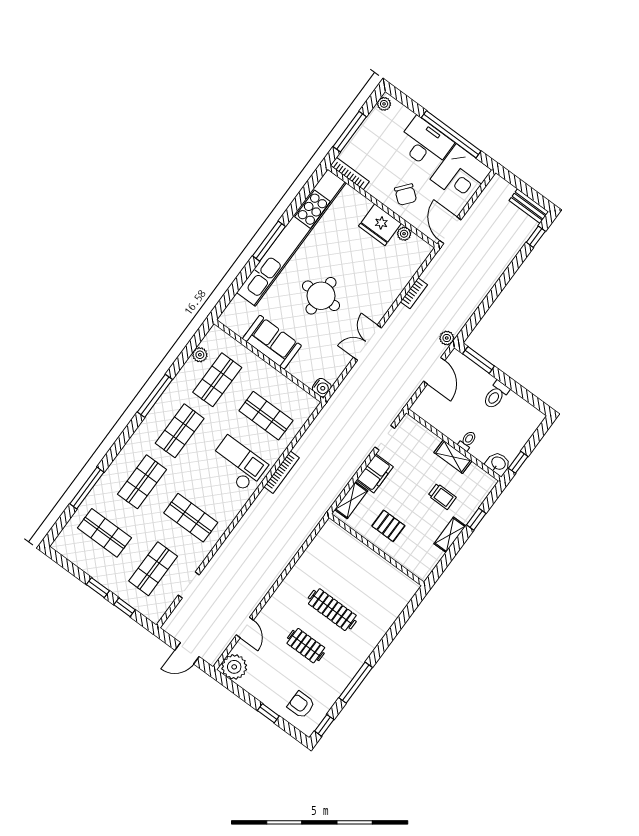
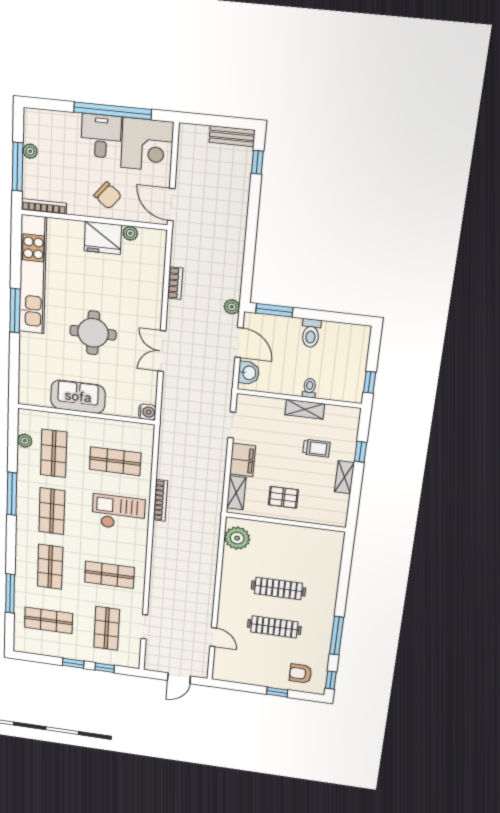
plant: (384, 104) -> (30, 151), moved
desk: (425, 144) -> (101, 136), width x0.73
kitchen unit: (291, 238) -> (33, 275), width x0.73
washbasin: (498, 464) -> (249, 373), moved, turned 90
clothes rail: (306, 646) -> (274, 627), width x1.36
plant: (234, 667) -> (237, 538), moved

